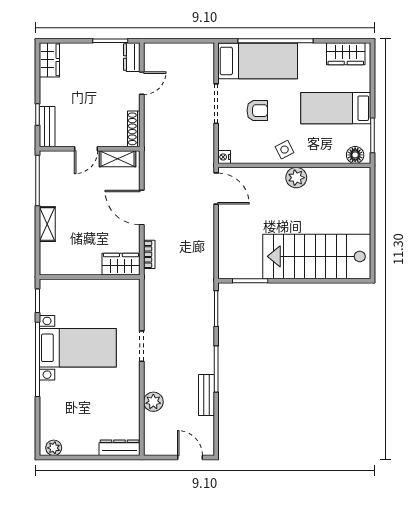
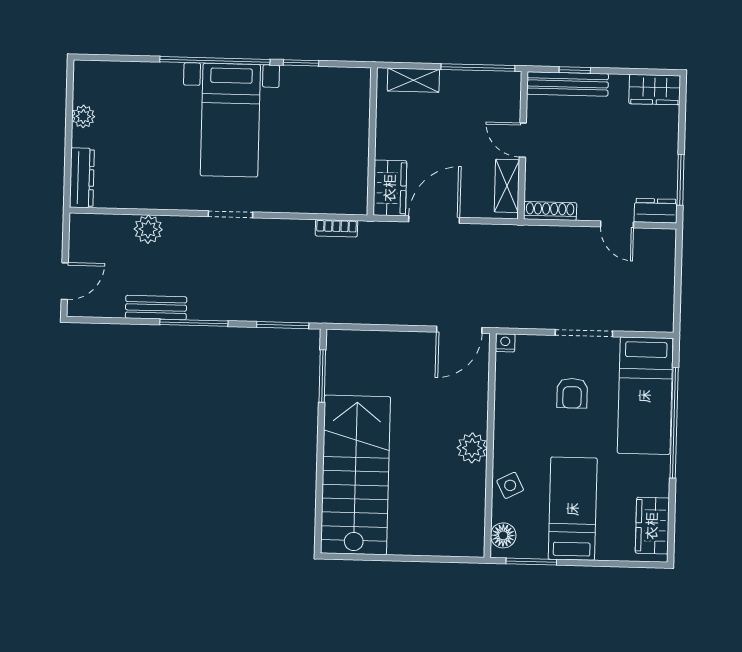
bench: (47, 127) -> (568, 84), width x1.36
side table: (285, 150) -> (510, 485), moved
bookcase: (149, 254) -> (336, 228), moved
wardrobe: (121, 264) -> (390, 188), moved
wall: (90, 277) -> (372, 141), moved
plant: (54, 448) -> (83, 116), moved

